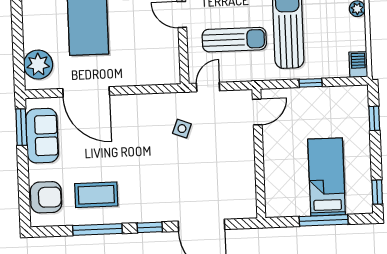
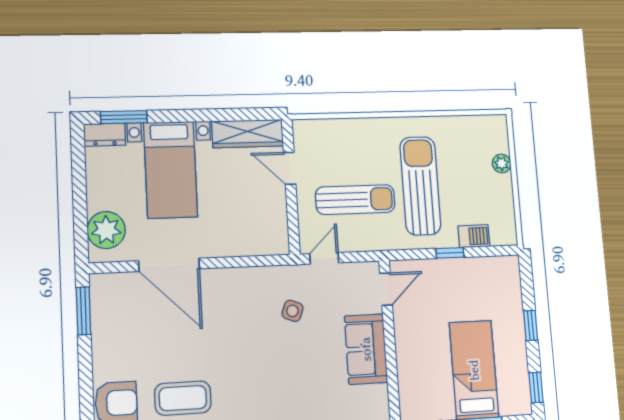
barbecue: (358, 64) -> (474, 236), moved, turned 90
window: (374, 118) -> (531, 325), moved
sofa: (42, 136) -> (366, 349), moved, turned 180

